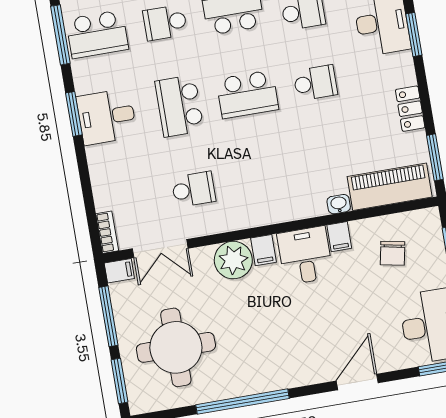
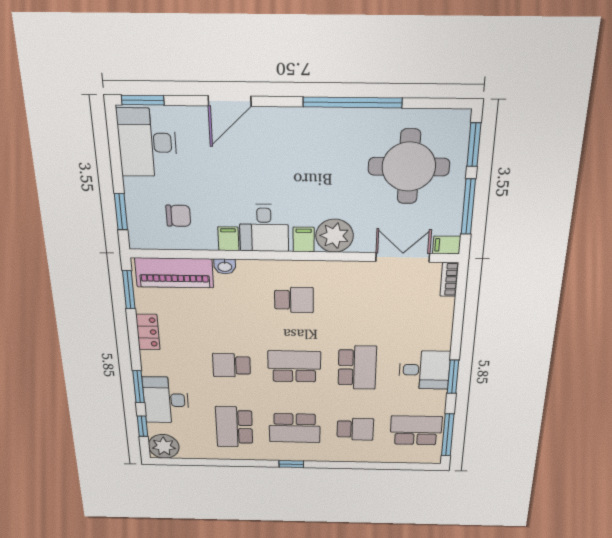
school desk: (194, 189) -> (294, 300), moved, turned 180
chair: (393, 253) -> (178, 216), turned 79

